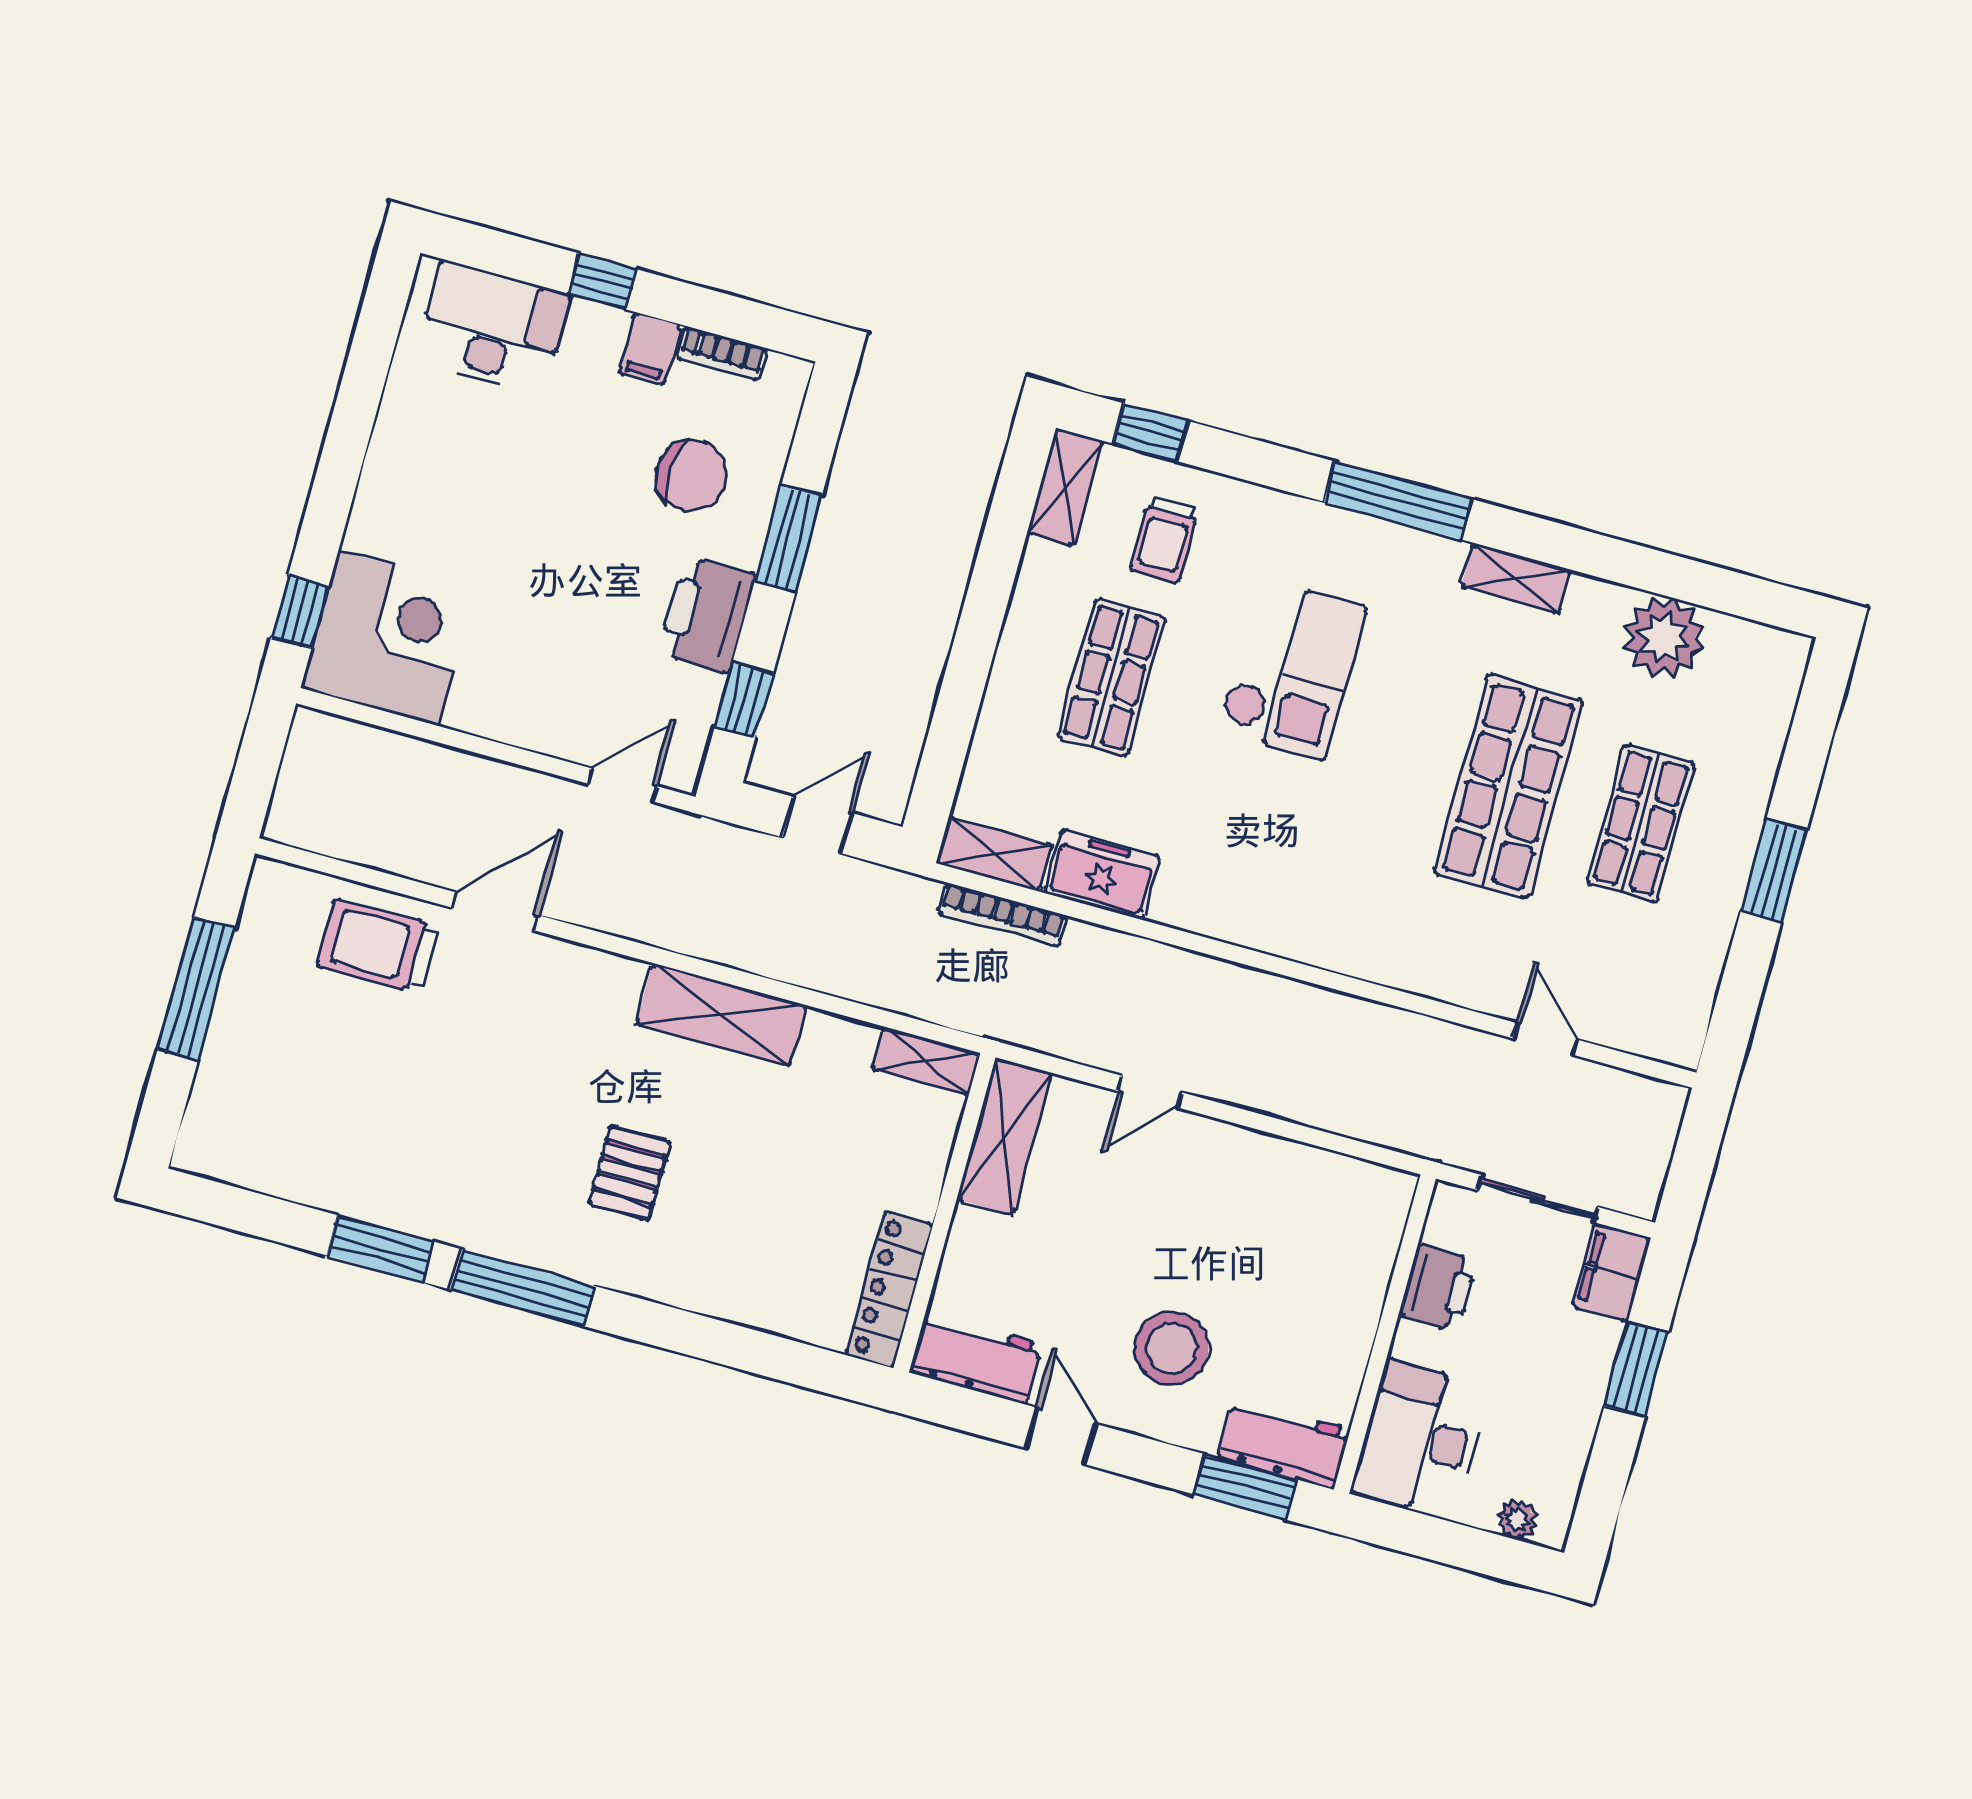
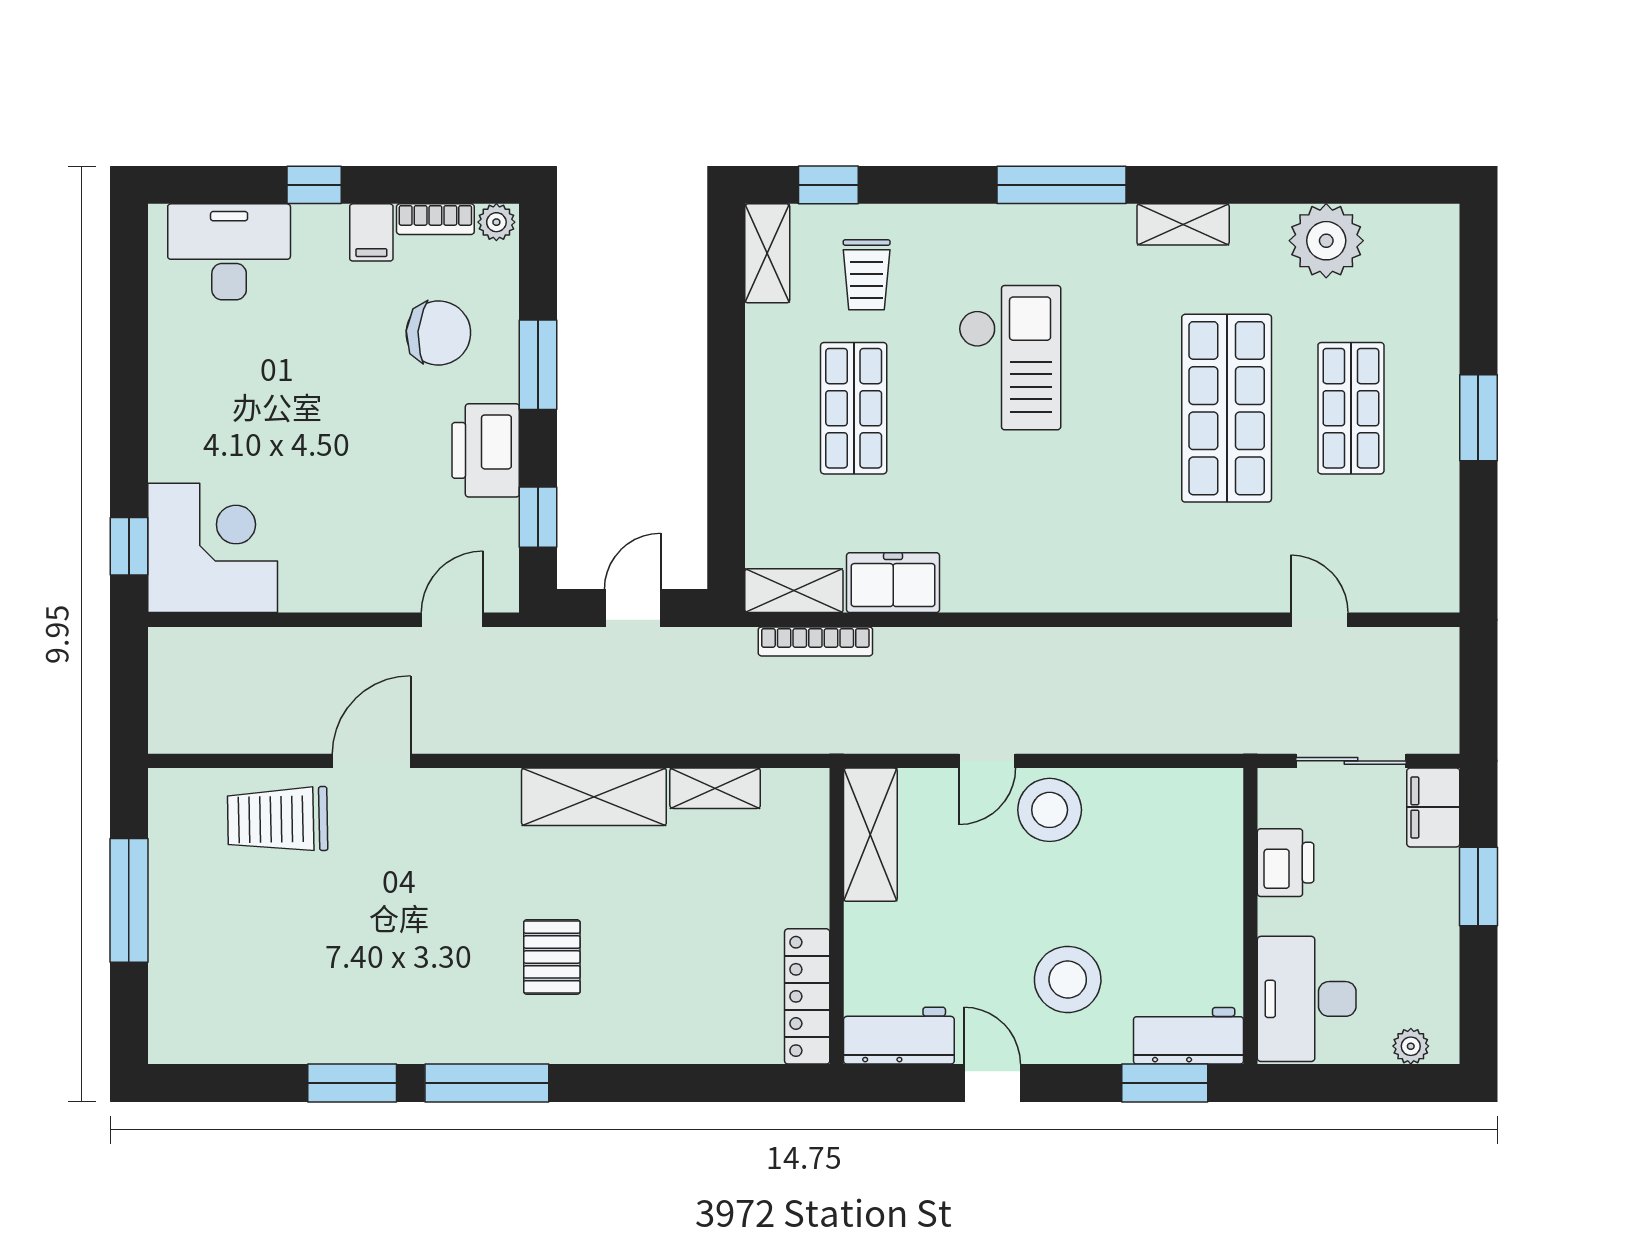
plant: (786, 375) -> (496, 222), added
shelving: (926, 1061) -> (715, 788), moved
stool: (1202, 1162) -> (1050, 810), added

